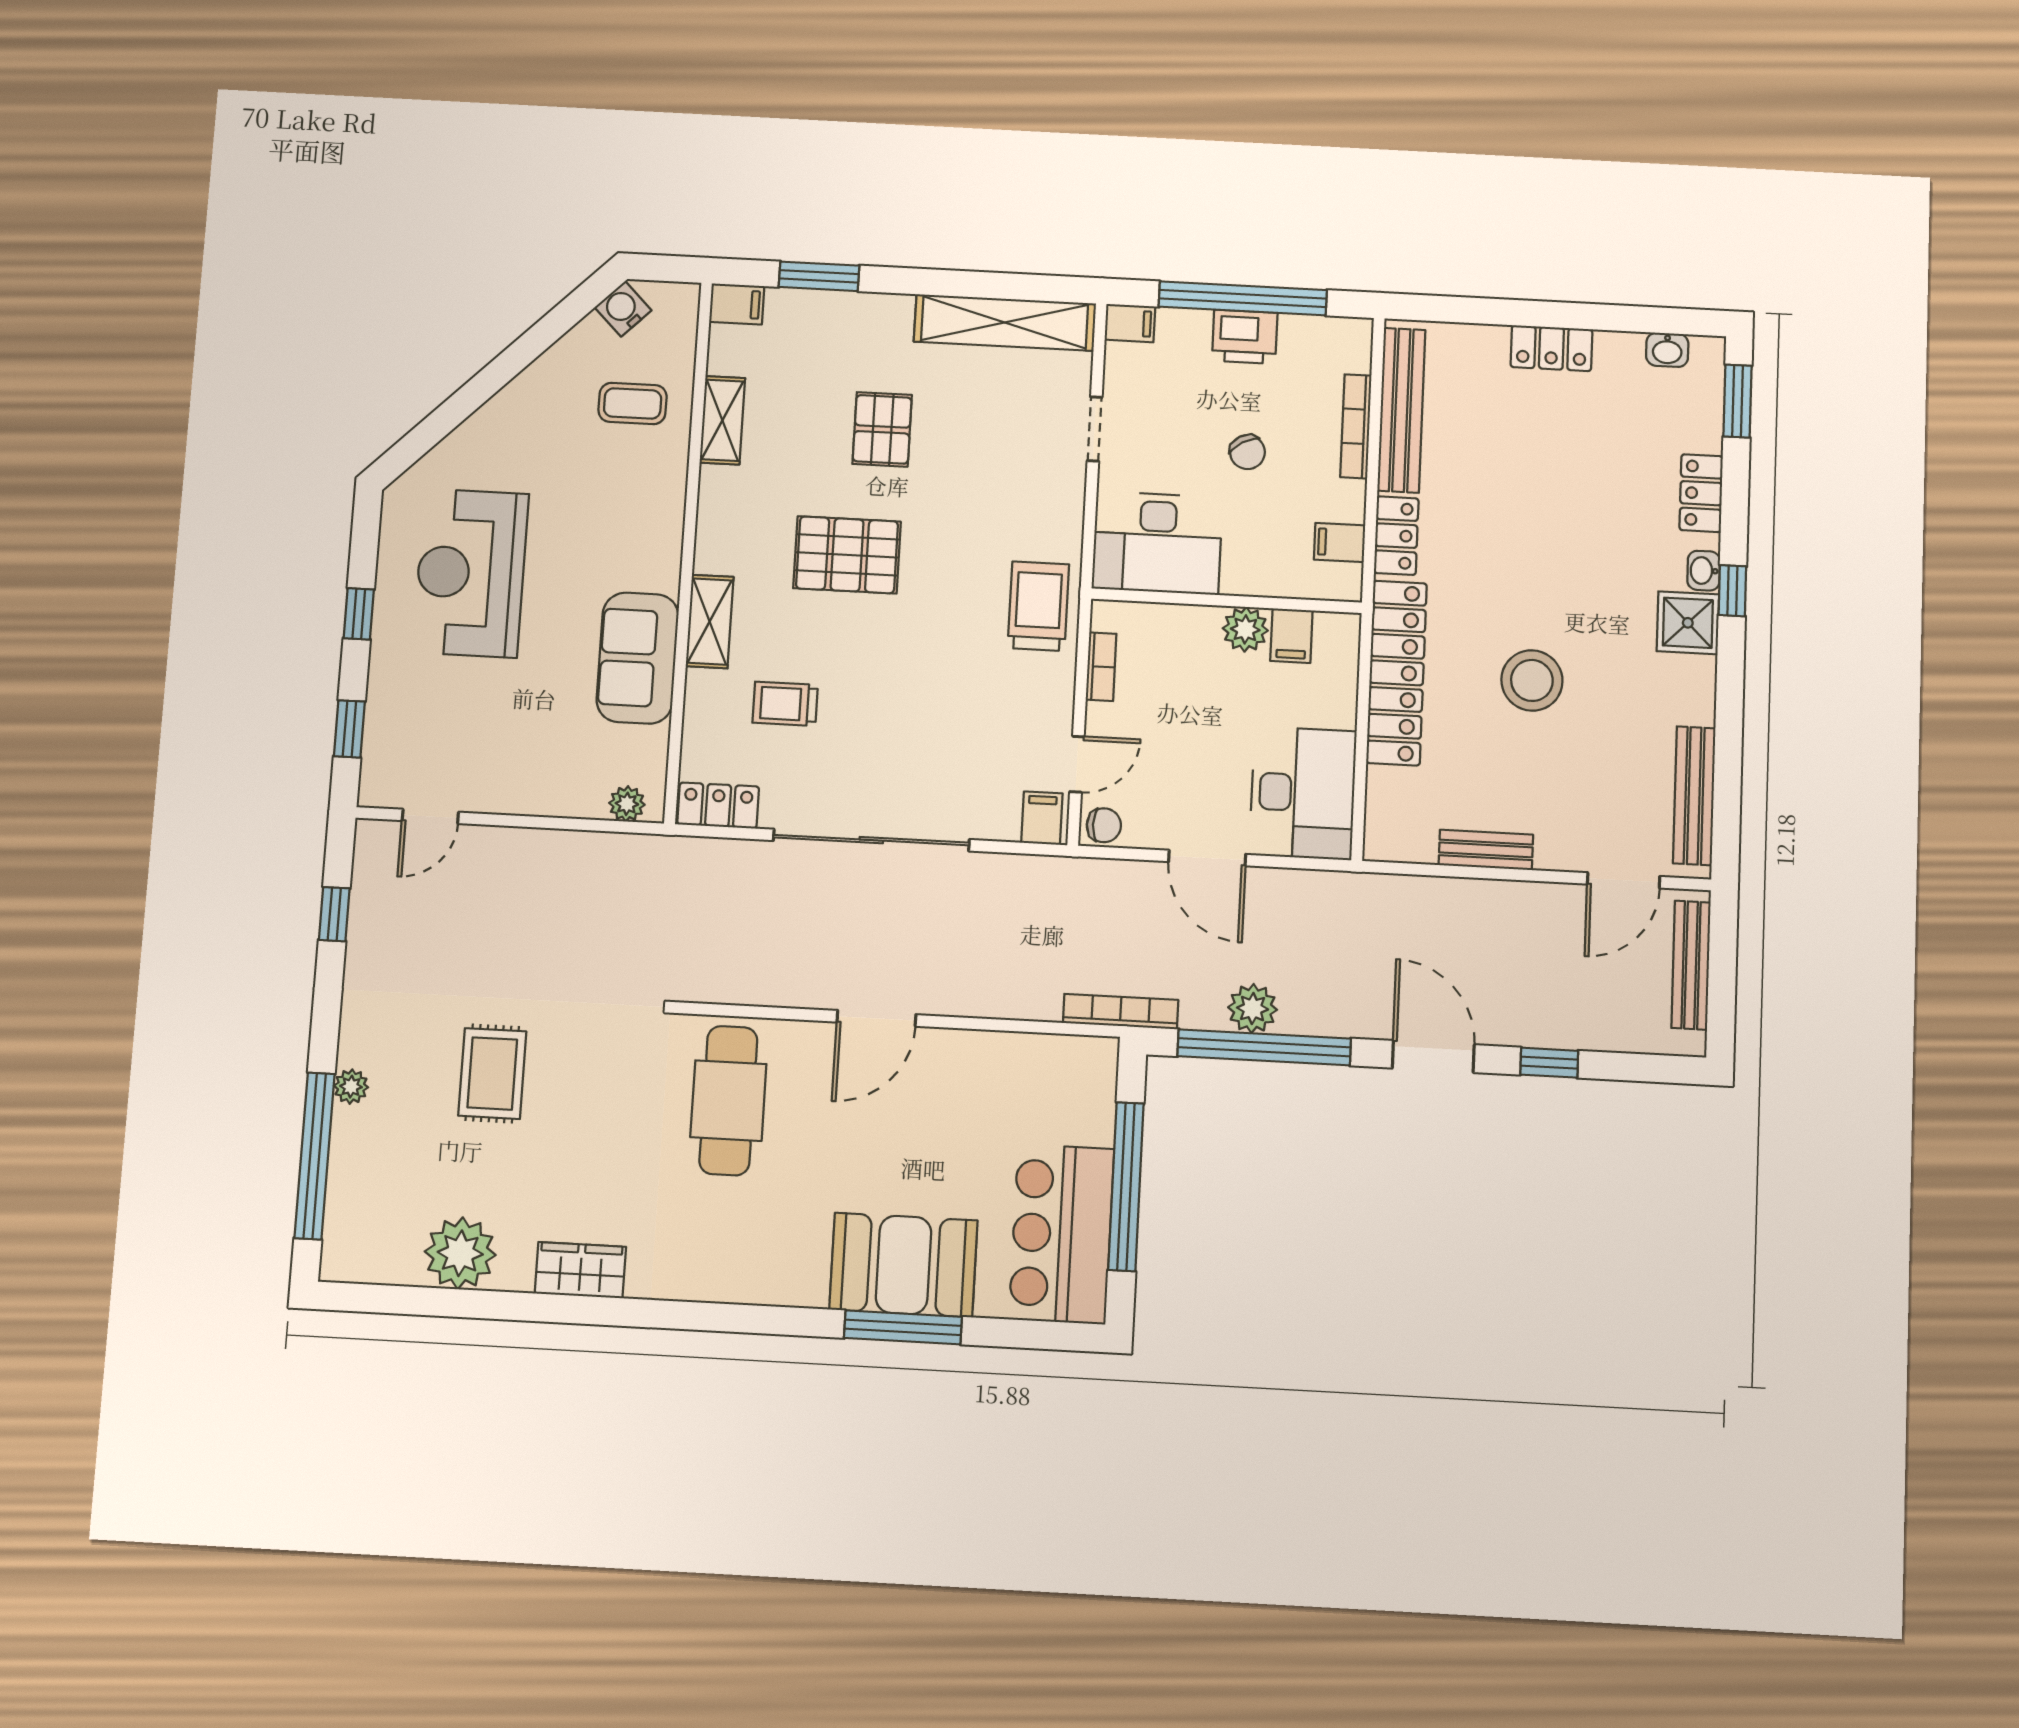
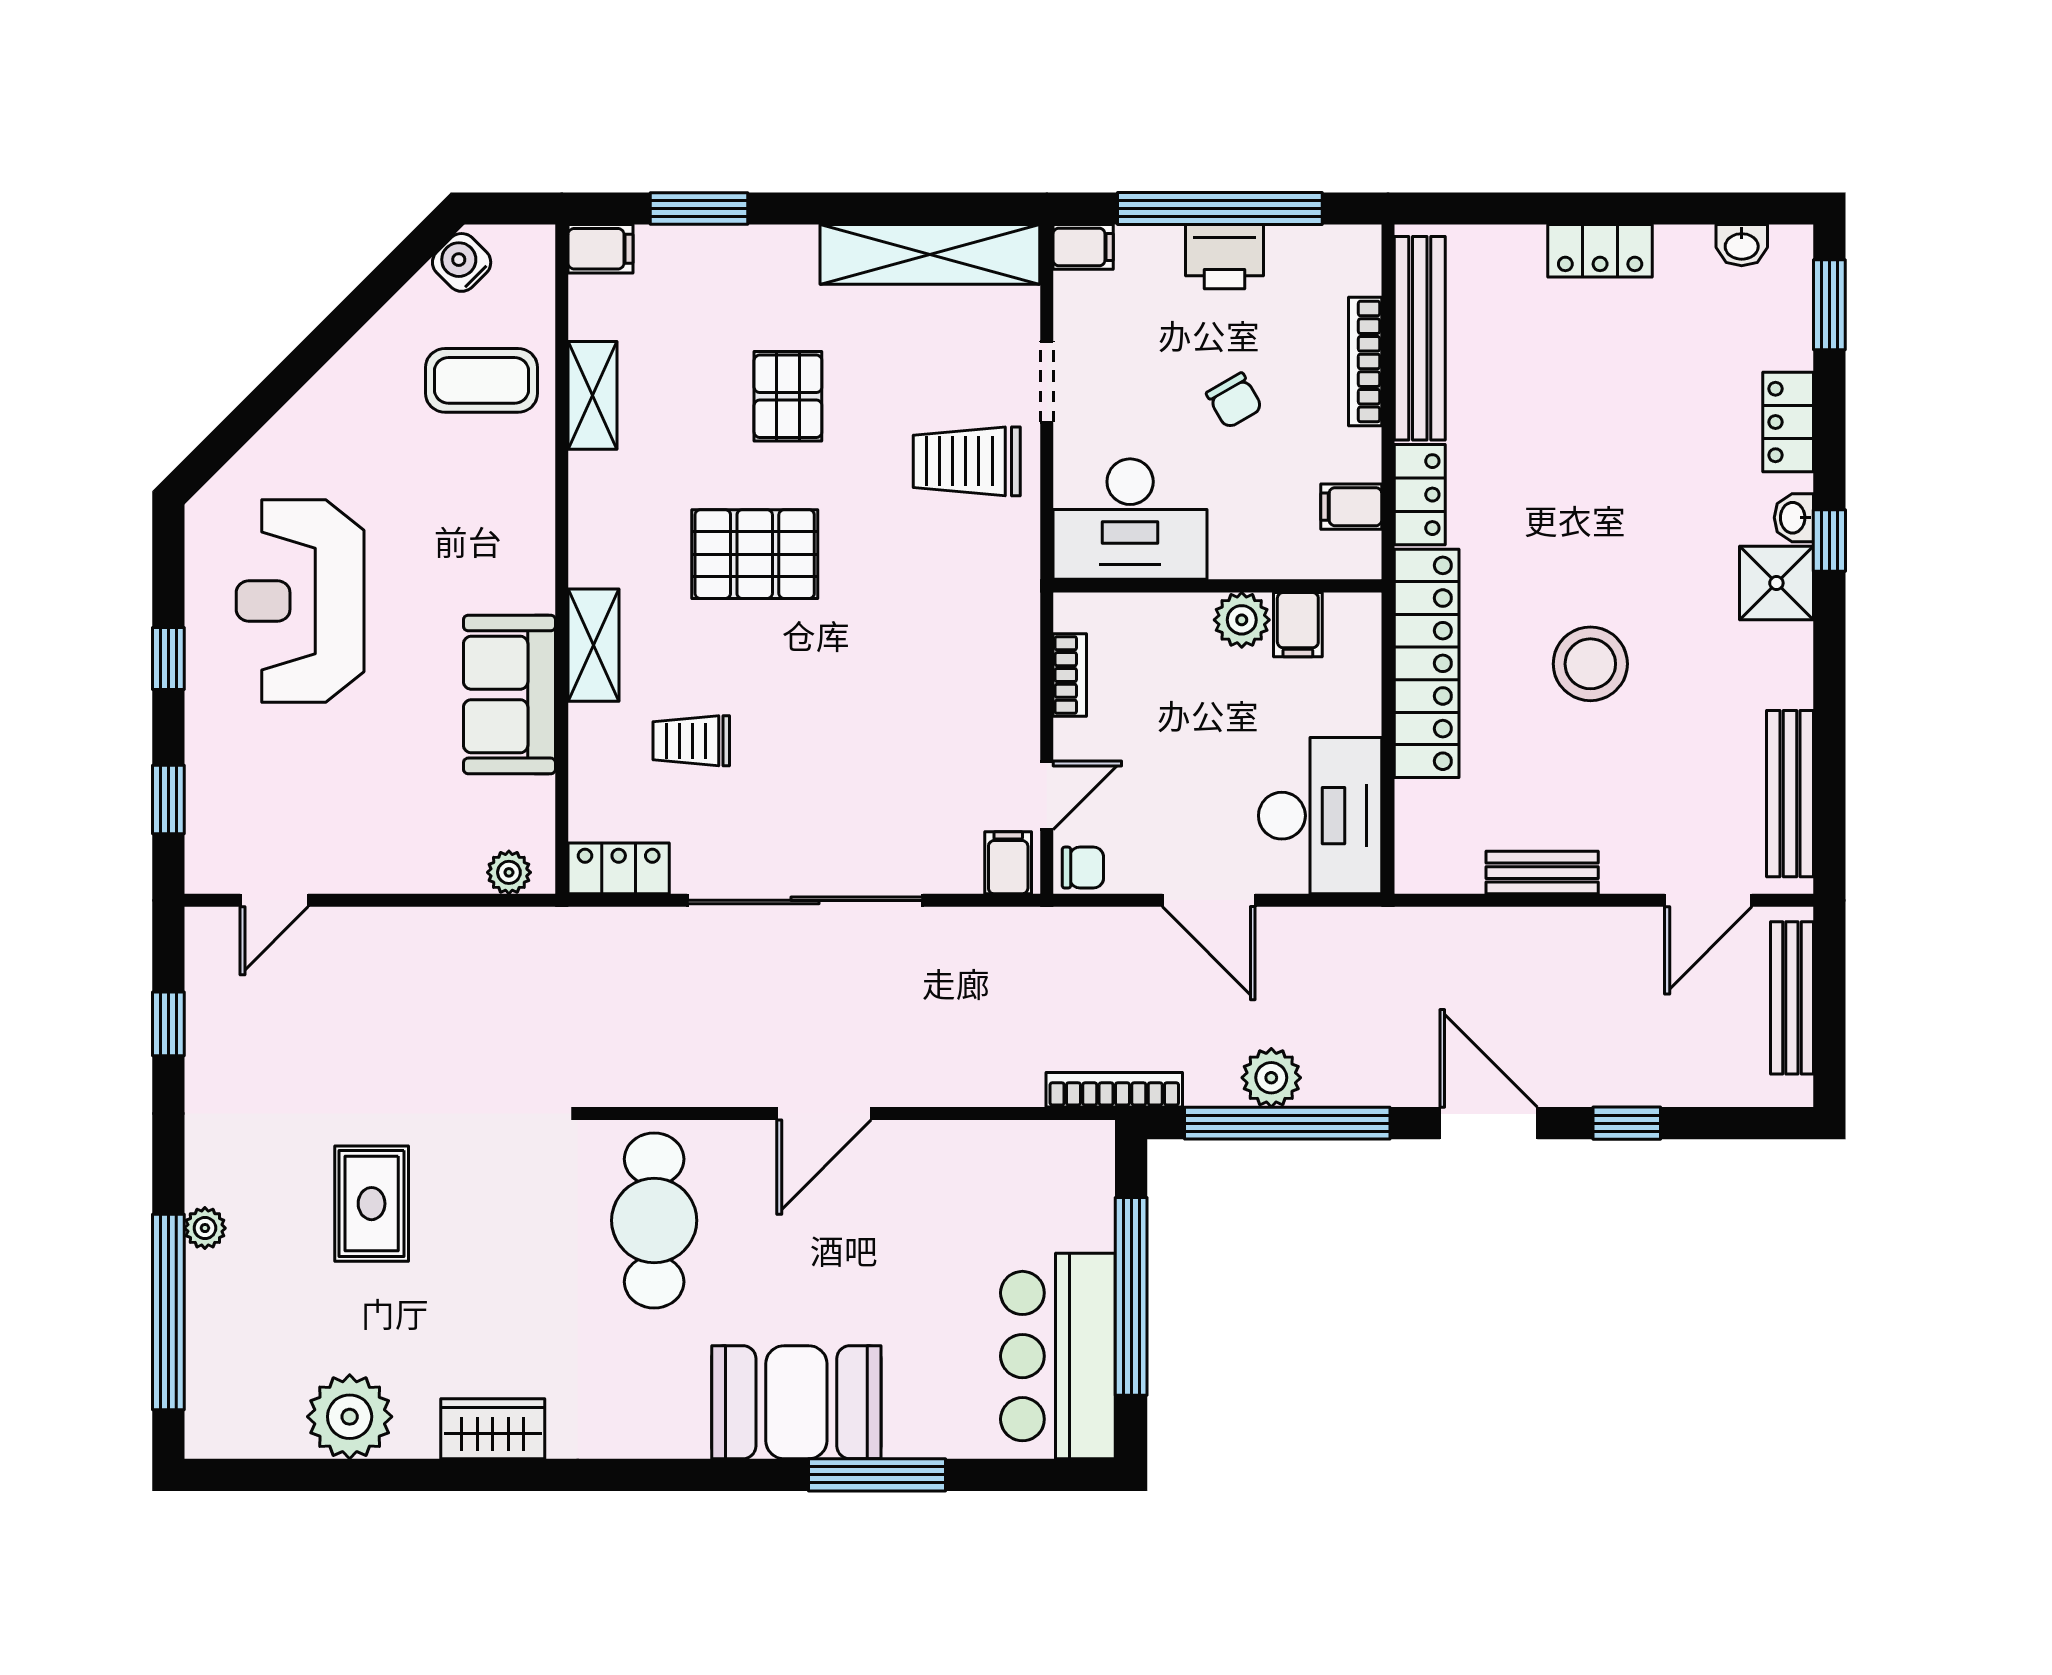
coffee table: (633, 404) -> (482, 380), width x1.36, depth x1.30
trolley: (1038, 606) -> (967, 461), moved, turned -90
booth: (903, 1265) -> (796, 1402), moved

